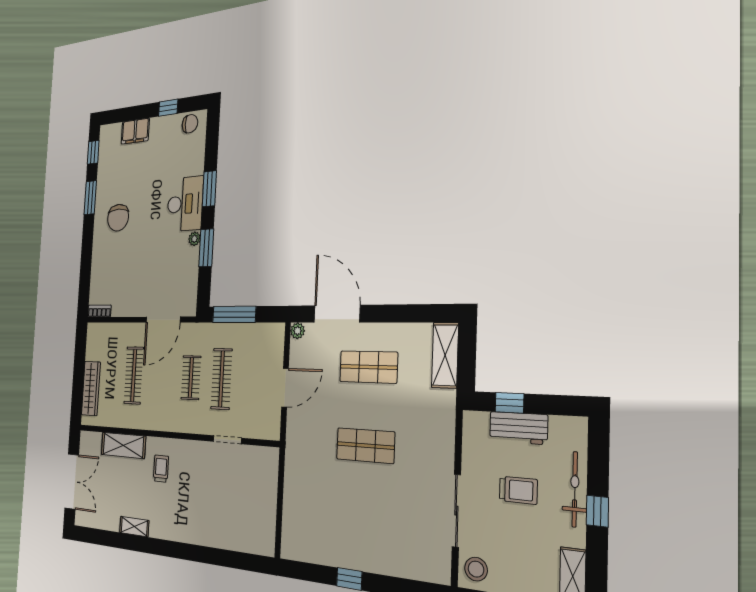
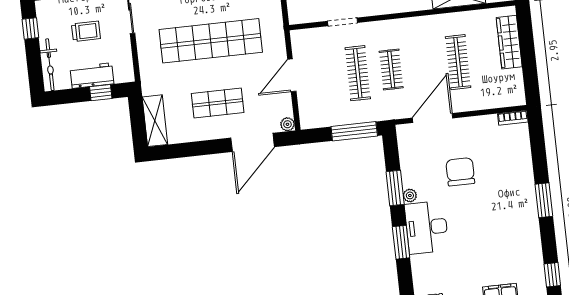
window: (90, 198) -> (544, 200), moved
chair: (118, 218) -> (460, 172), moved
door: (337, 314) -> (253, 142), hinge flipped
shop shelf: (365, 446) -> (211, 41), width x2.00, depth x1.36
bicycle: (575, 489) -> (50, 65), moved
trolley: (518, 490) -> (86, 31), turned 180

